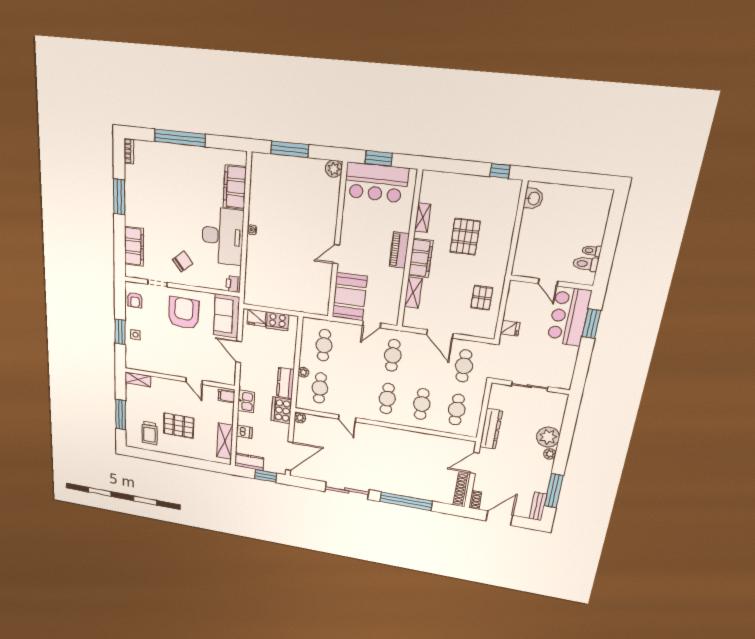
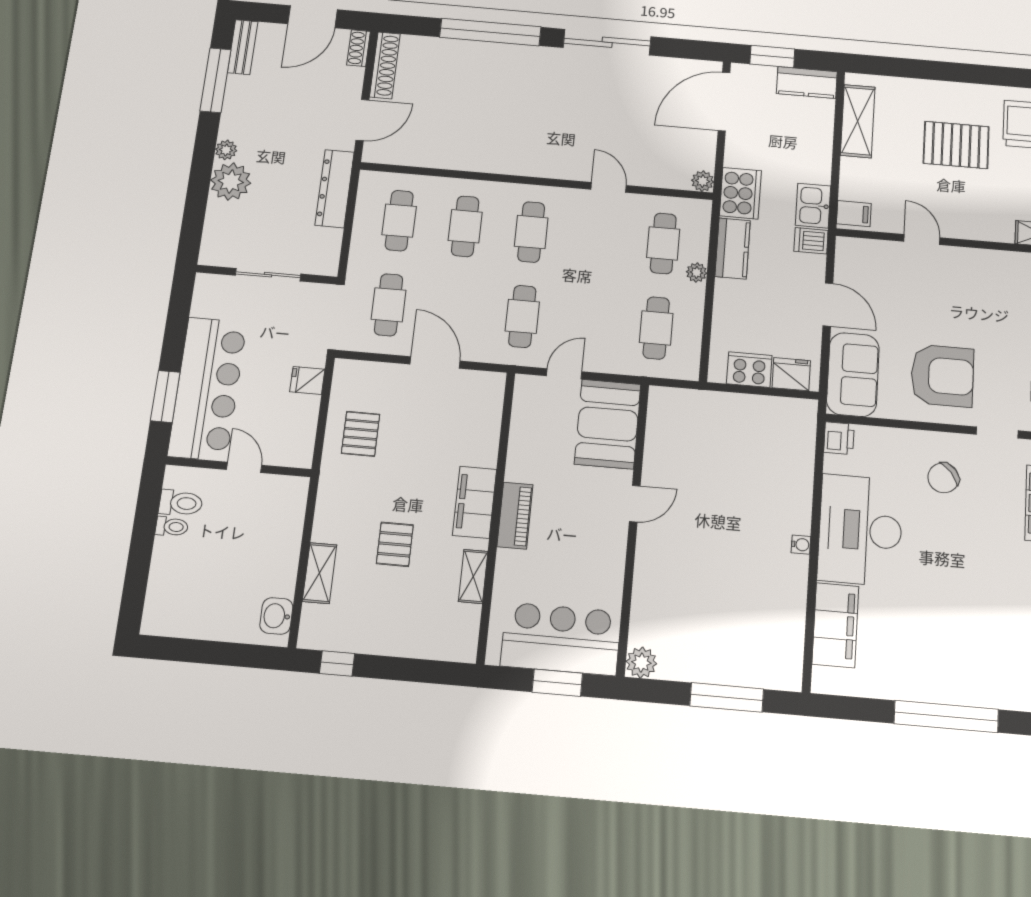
pallet: (465, 237) -> (395, 544), width x0.67, depth x0.71
shelving: (413, 293) -> (320, 573), moved
armchair: (184, 313) -> (942, 376), turned -92
bar counter: (569, 316) -> (207, 389), width x1.36
dishwasher: (244, 432) -> (811, 241), moved

